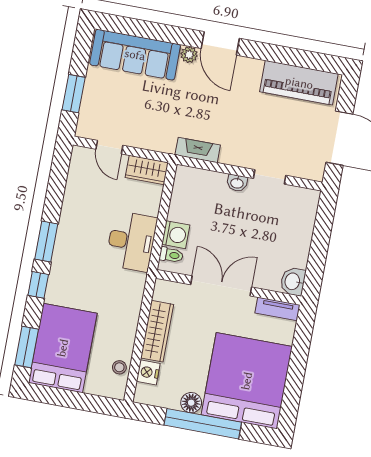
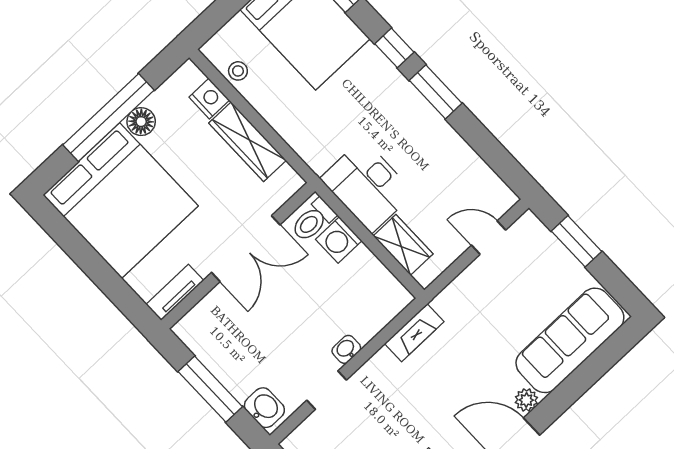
wardrobe: (147, 170) -> (403, 245), moved, turned 90
window: (319, 246) -> (210, 389), added
toilet: (171, 255) -> (313, 220), width x1.37, depth x1.39
washbasin: (293, 281) -> (264, 408), moved

